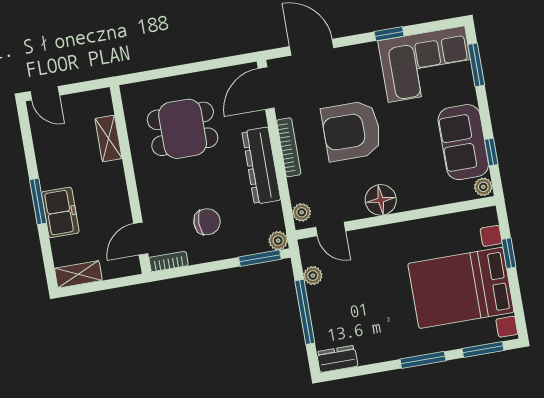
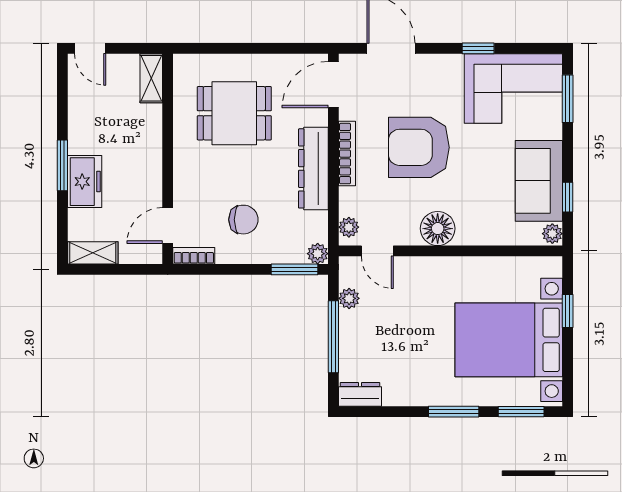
shelving: (108, 139) -> (151, 78), moved

